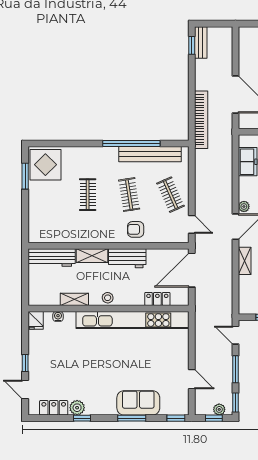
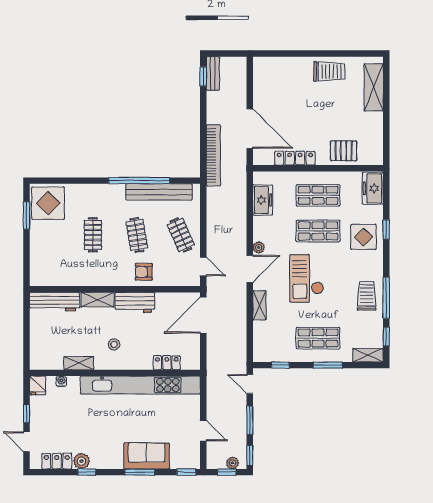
shelving: (74, 299) -> (79, 363), moved
locker: (157, 299) -> (167, 363), moved
wall: (108, 309) -> (115, 373), moved
water cooler: (58, 316) -> (61, 381), moved
fridge: (36, 320) -> (38, 385), moved
kitchen unit: (132, 320) -> (140, 385), moved

